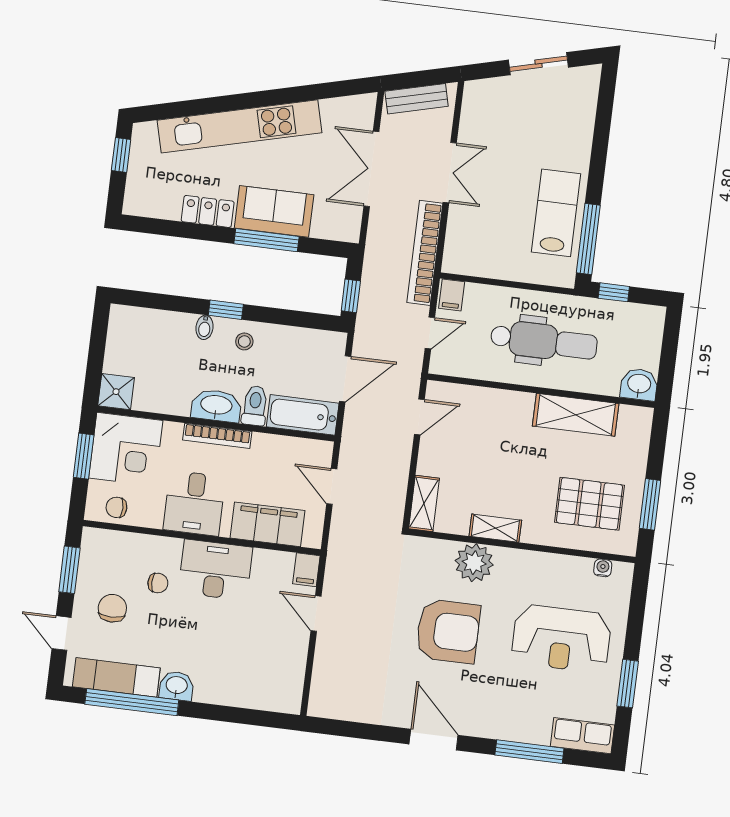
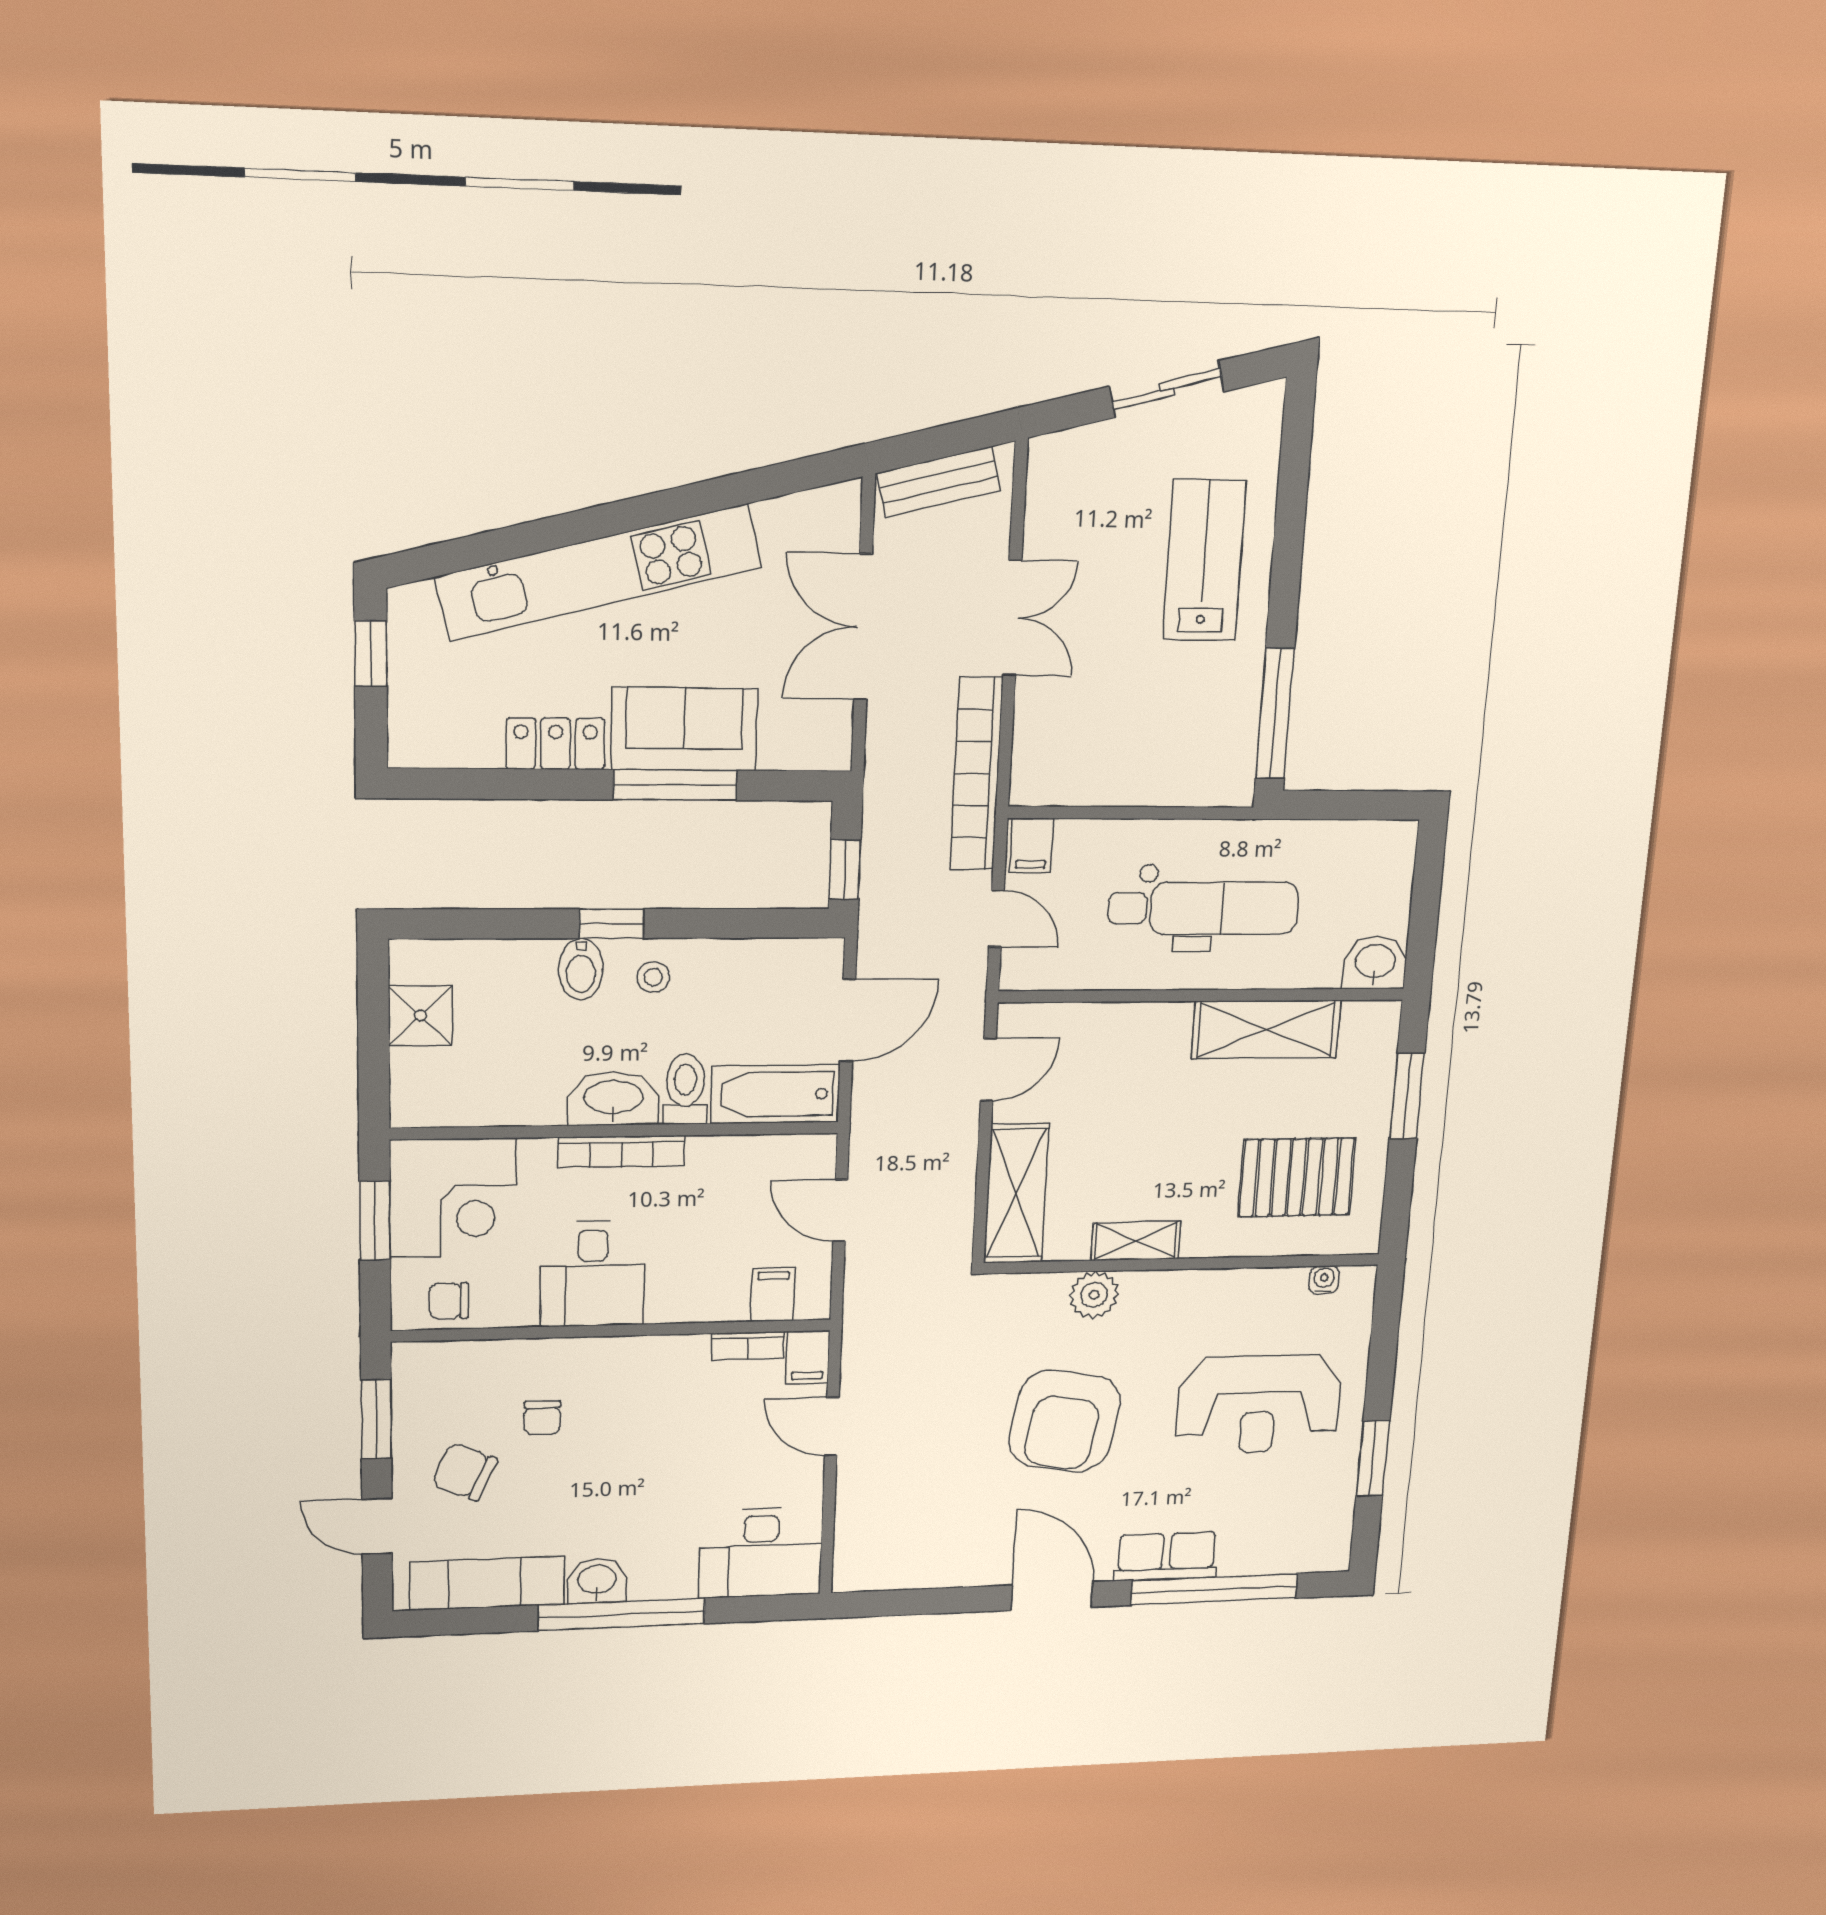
lab bench: (556, 213) -> (1204, 560), moved
window: (614, 292) -> (1325, 805), removed
bidet: (205, 327) -> (581, 969), width x1.38, depth x1.36
door: (430, 333) -> (996, 919), hinge flipped
shower: (116, 392) -> (420, 1016), moved
shelving: (424, 503) -> (1016, 1194), width x1.50, depth x1.33
window: (650, 504) -> (1407, 1096), moved
filing cabinet: (267, 524) -> (773, 1294), width x0.33, depth x0.86
bookcase: (274, 558) -> (748, 1346), added
plant: (474, 563) -> (1094, 1295), width x0.73, depth x0.73
desk: (215, 570) -> (761, 1553), moved, turned 180
chair: (158, 583) -> (542, 1418), turned 90
chair: (112, 608) -> (465, 1472), turned -66
armchair: (448, 631) -> (1064, 1421), turned 100
window: (132, 702) -> (622, 1614), moved
row of seats: (582, 736) -> (1166, 1556), moved
window: (529, 752) -> (1214, 1589), width x1.46

